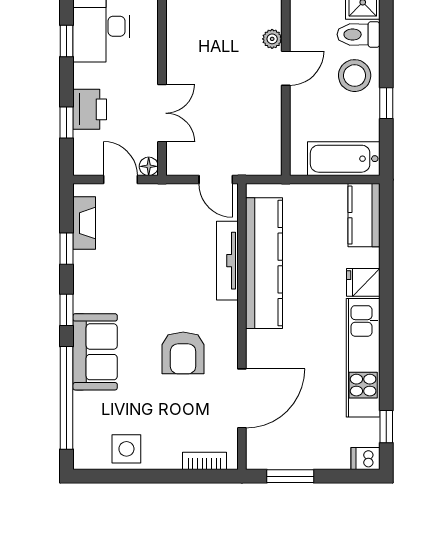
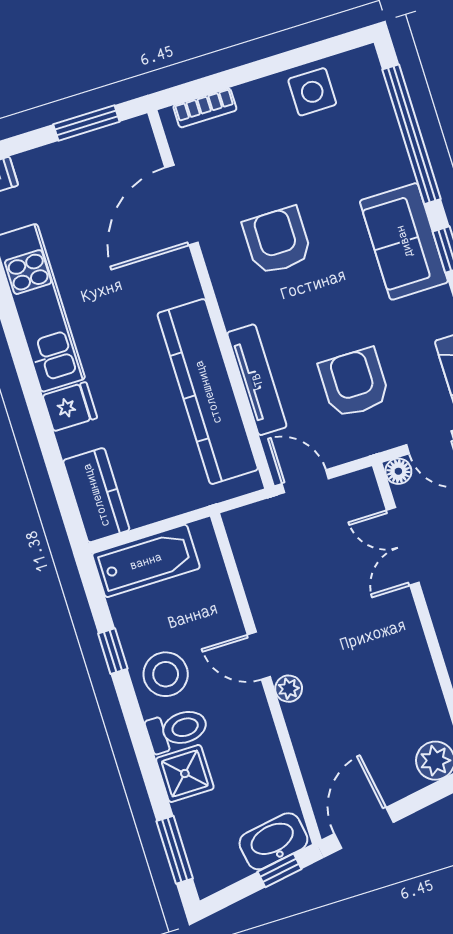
door: (286, 68) -> (259, 656), hinge flipped
armchair: (160, 237) -> (354, 383), added
sofa: (95, 352) -> (404, 241), moved

